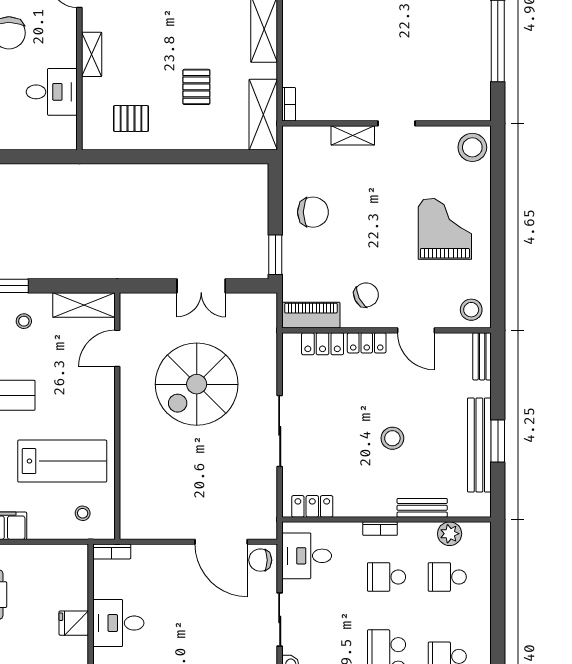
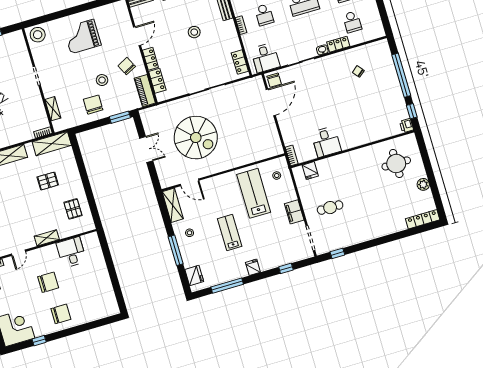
shelving: (353, 135) -> (53, 109), moved
stool: (471, 310) -> (102, 80), moved
fridge: (74, 623) -> (310, 171), moved

